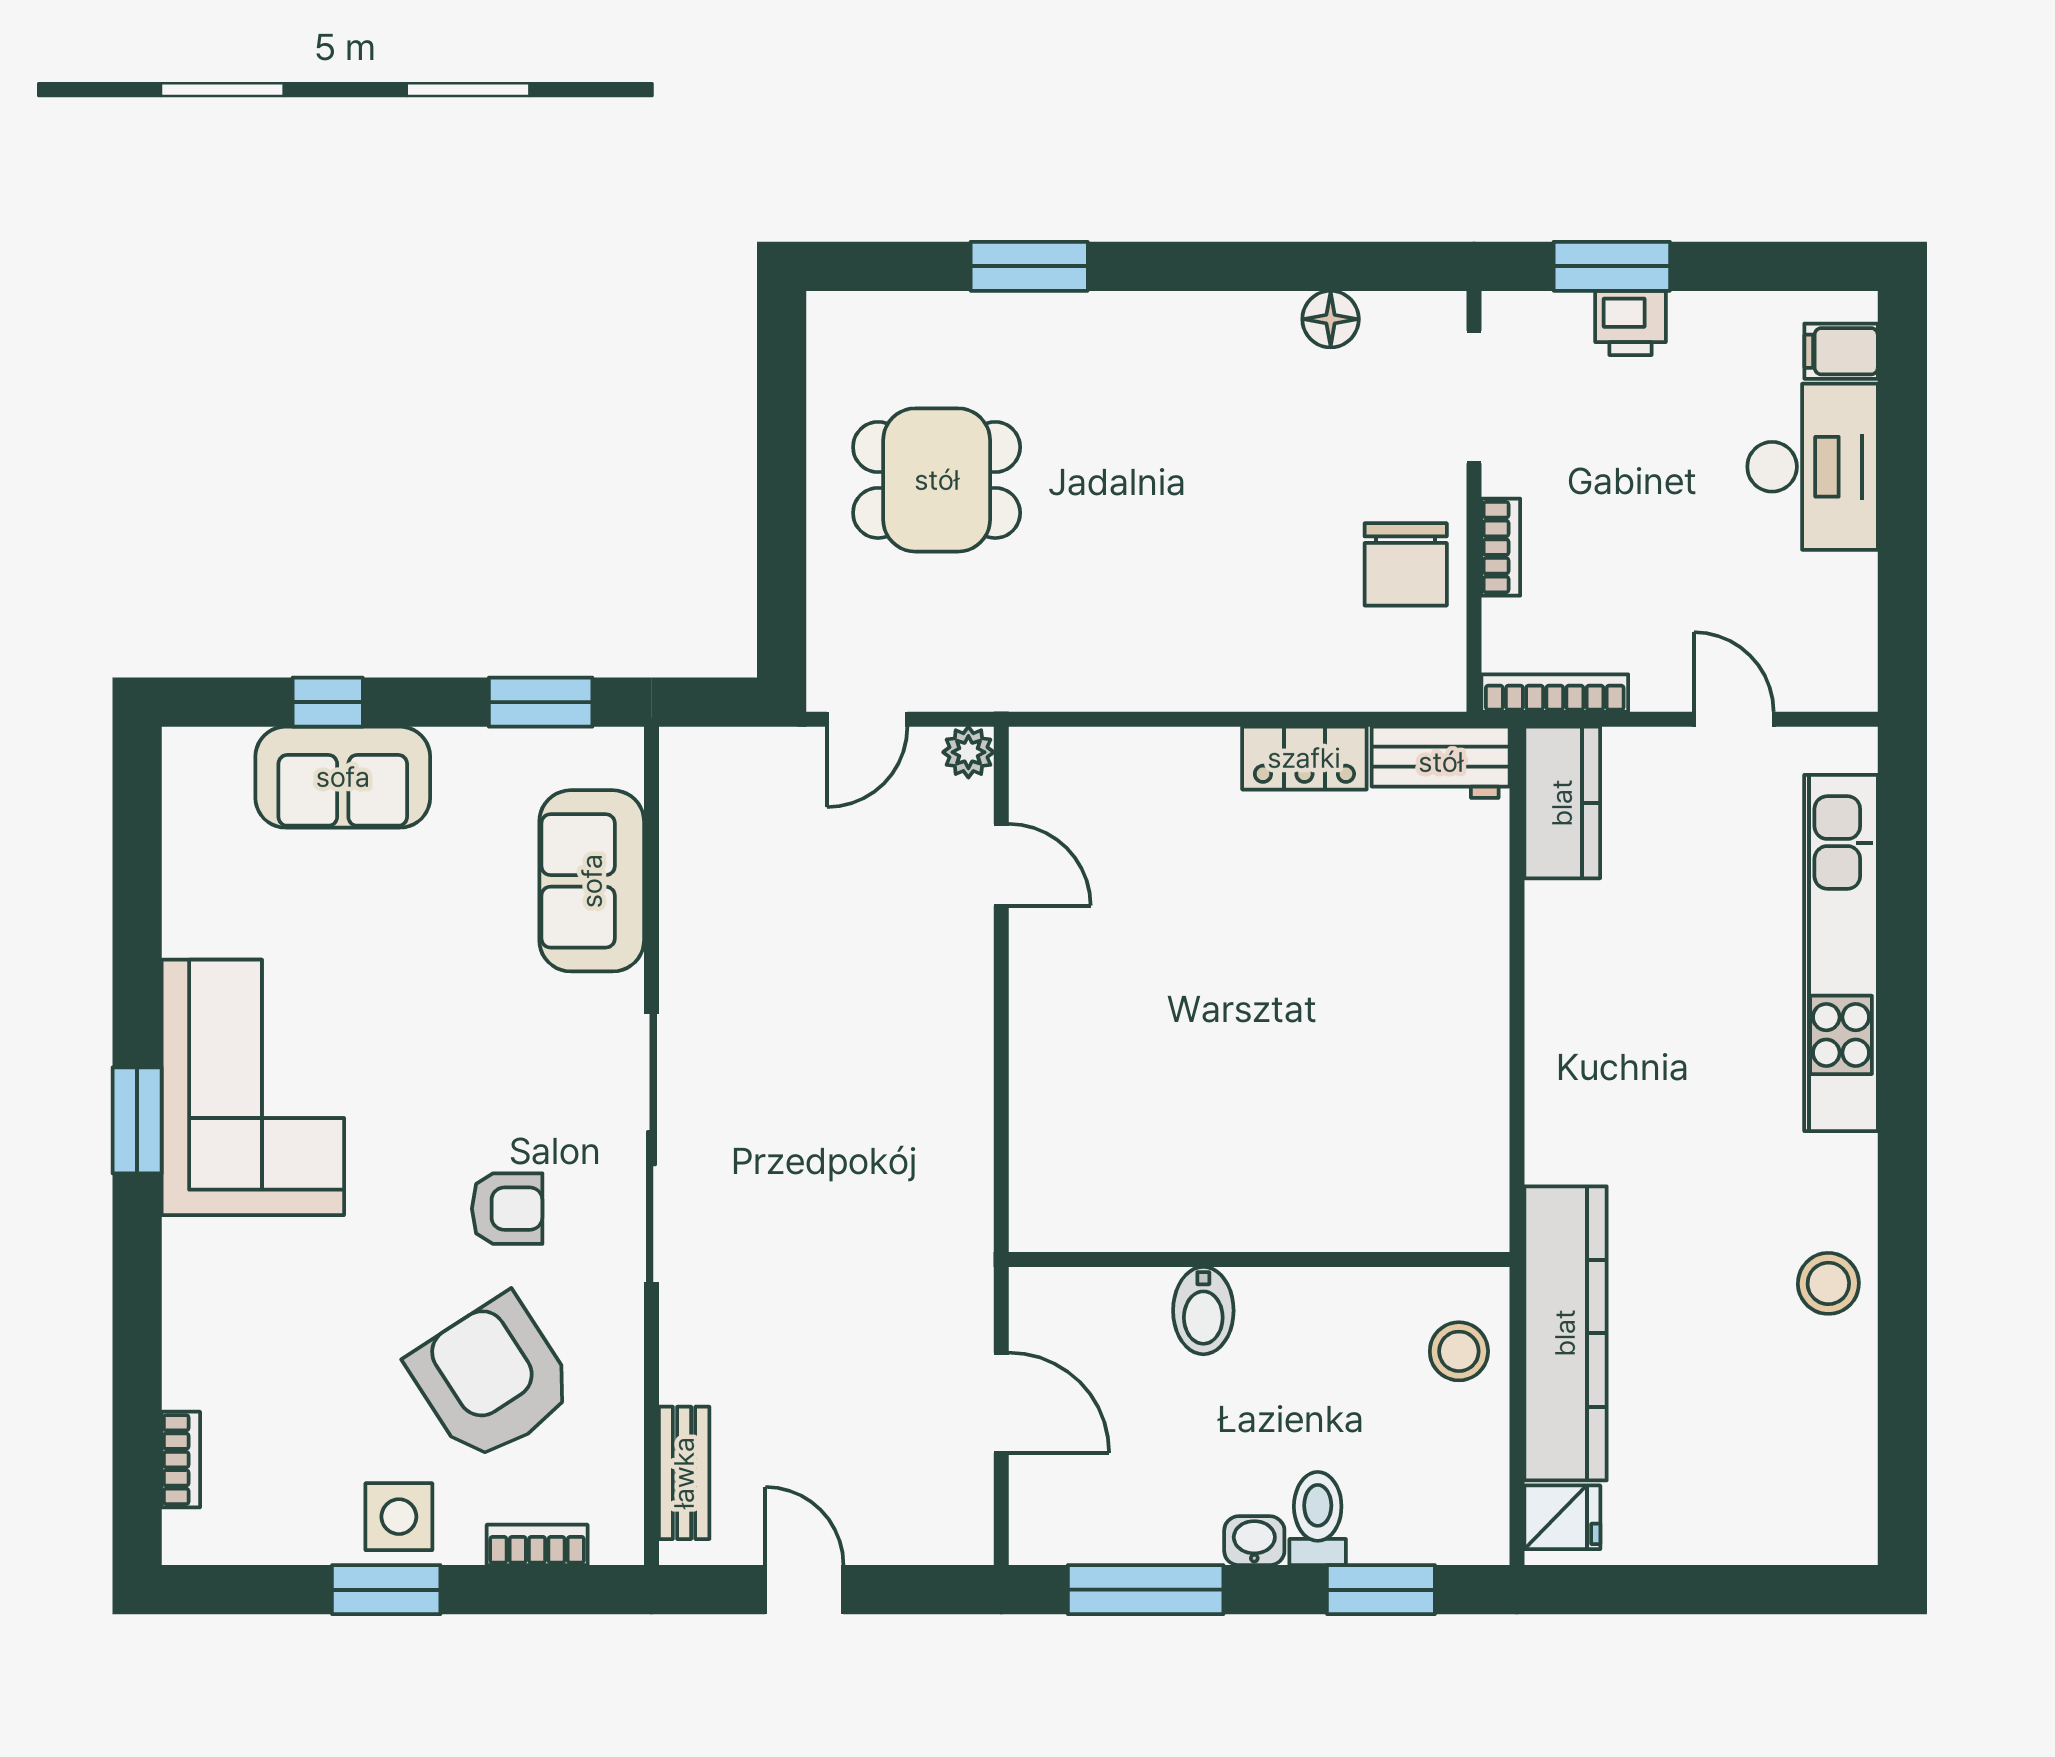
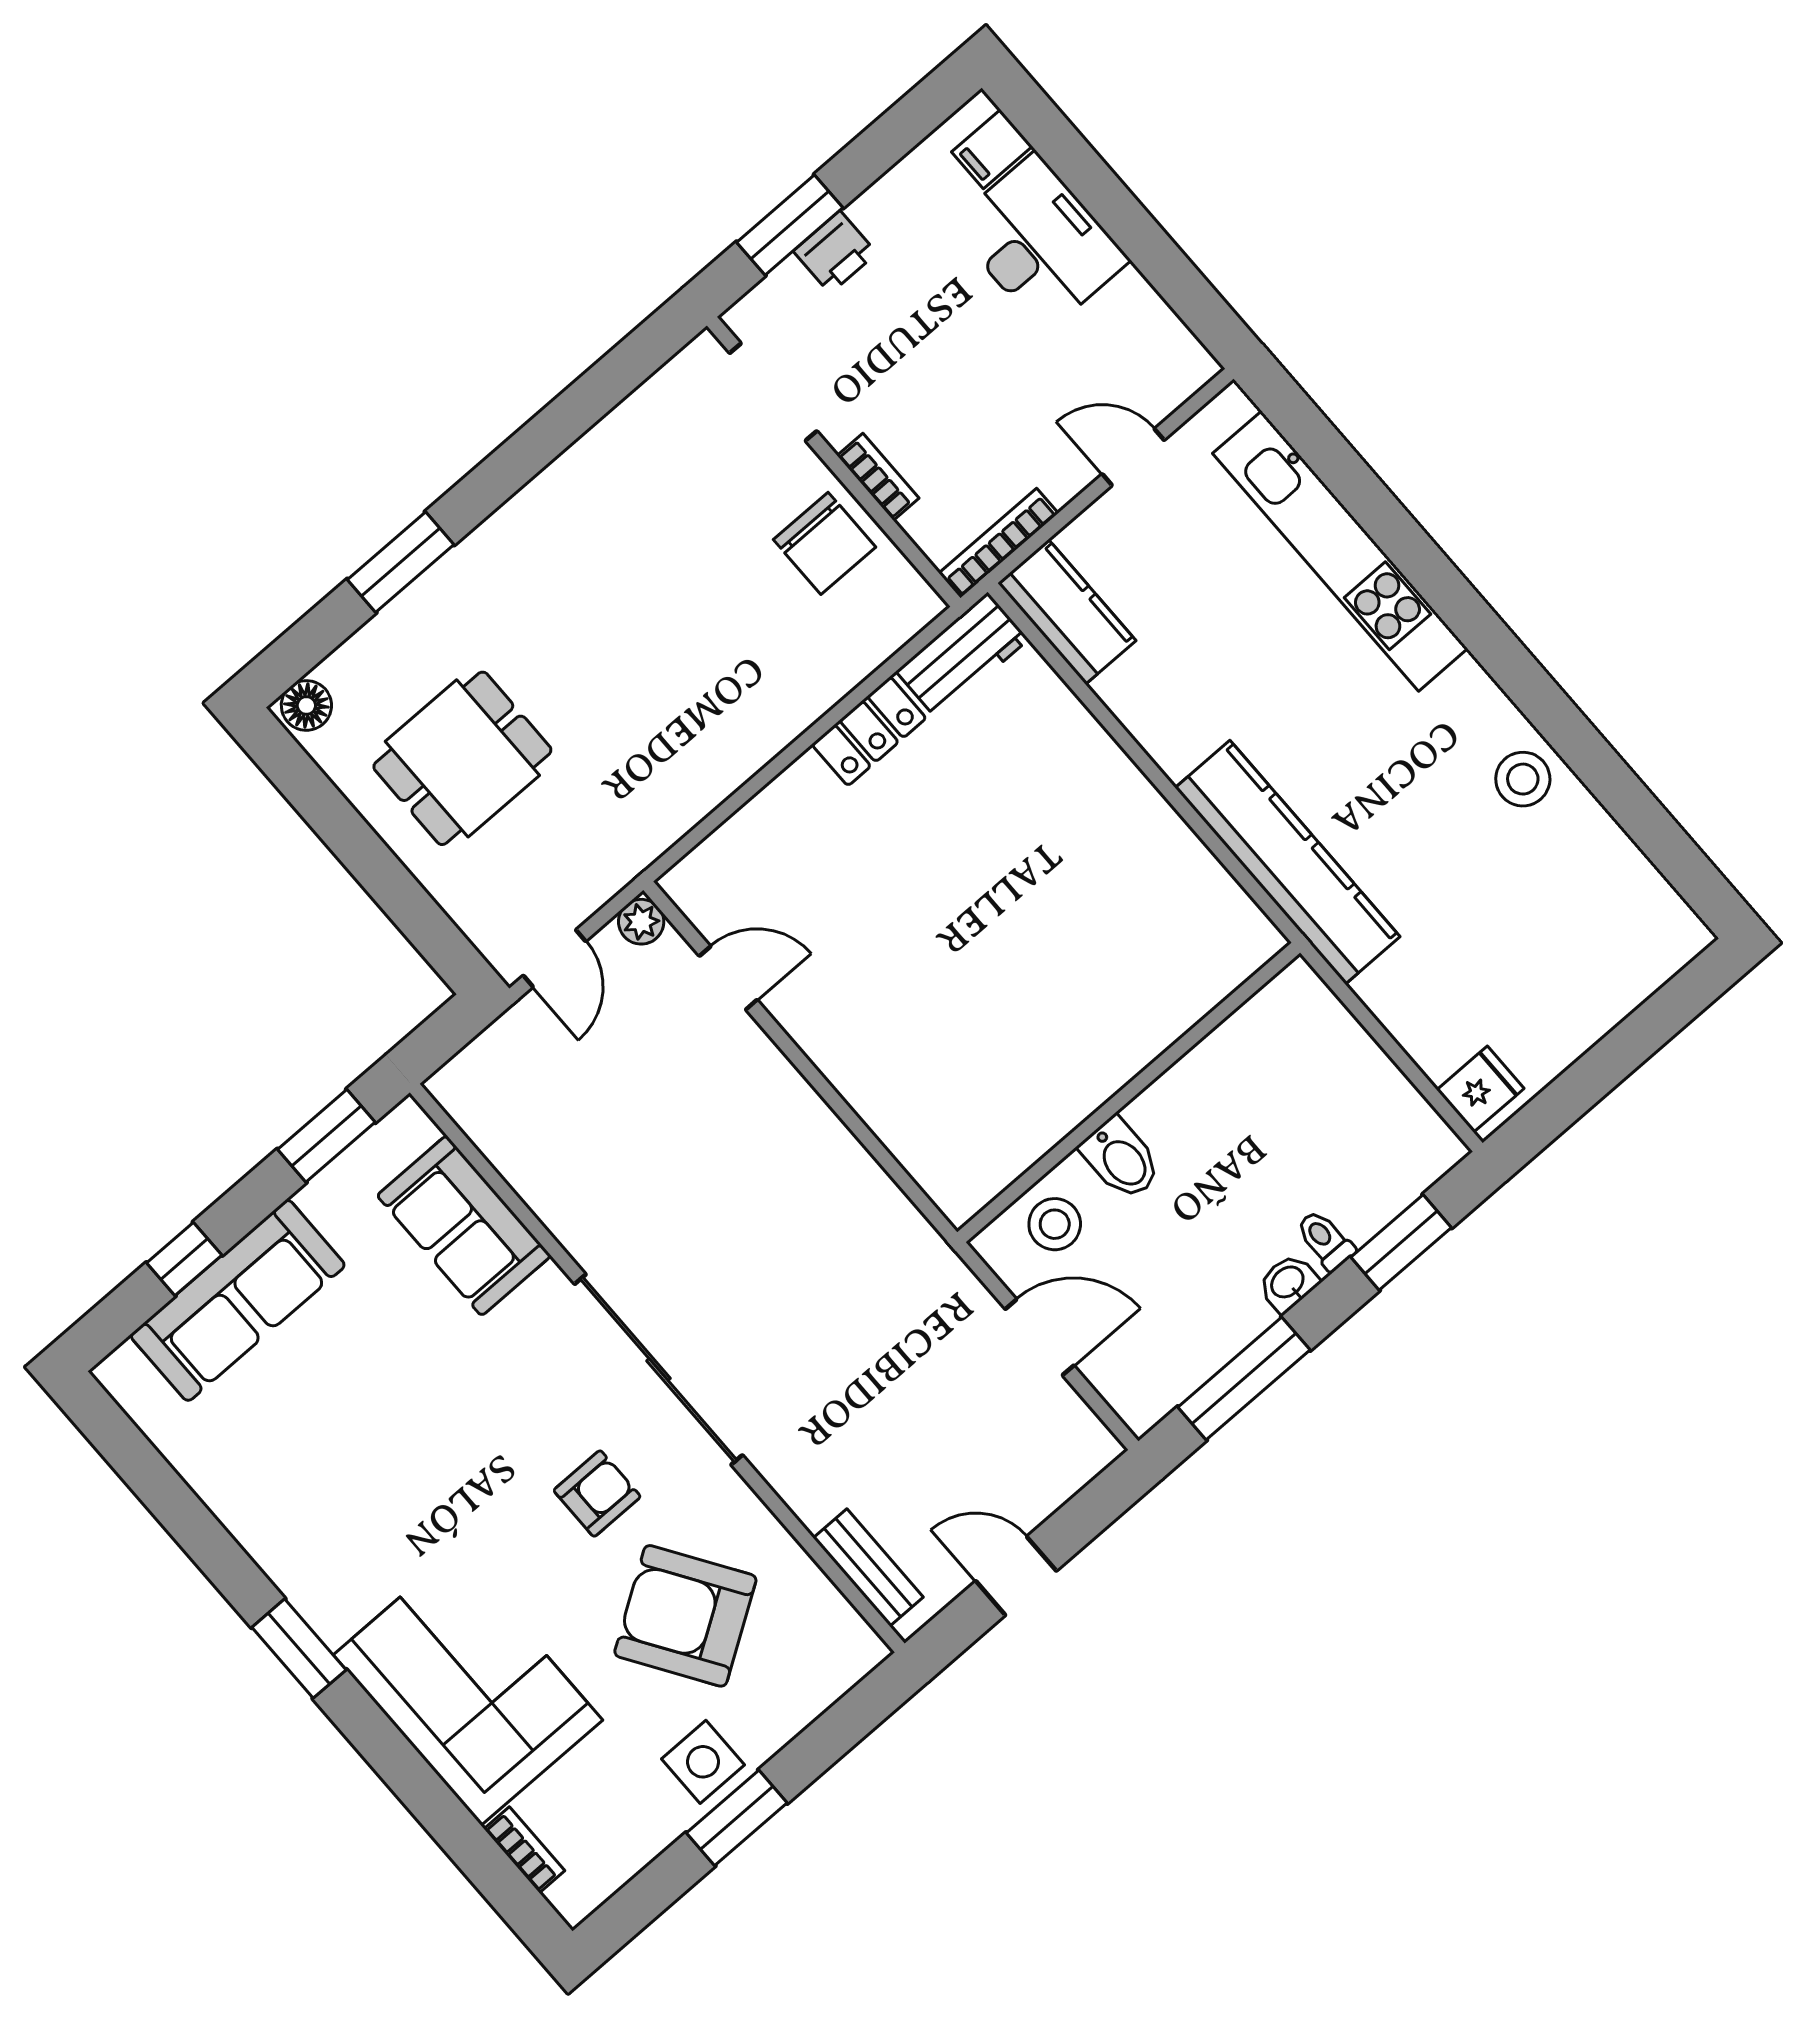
floor lamp: (1331, 319) -> (306, 705), moved
sofa: (343, 777) -> (238, 1300), width x1.36
corner sofa: (253, 1087) -> (468, 1688), moved
kitchen counter: (1565, 1333) -> (1288, 862), moved
stool: (1459, 1351) -> (1055, 1224), moved
toilet: (1318, 1519) -> (1325, 1240), width x0.73, depth x0.72
bookcase: (537, 1545) -> (812, 1701), removed

